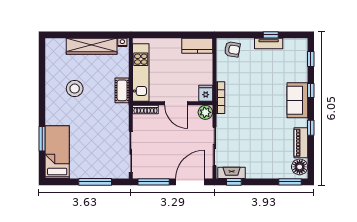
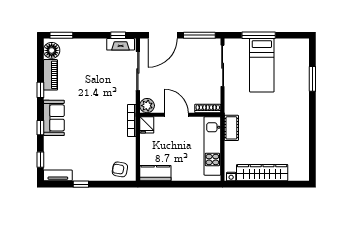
tv unit: (269, 43) -> (58, 175), moved
stool: (75, 89) -> (279, 130), removed
bed: (57, 152) -> (262, 65), moved

